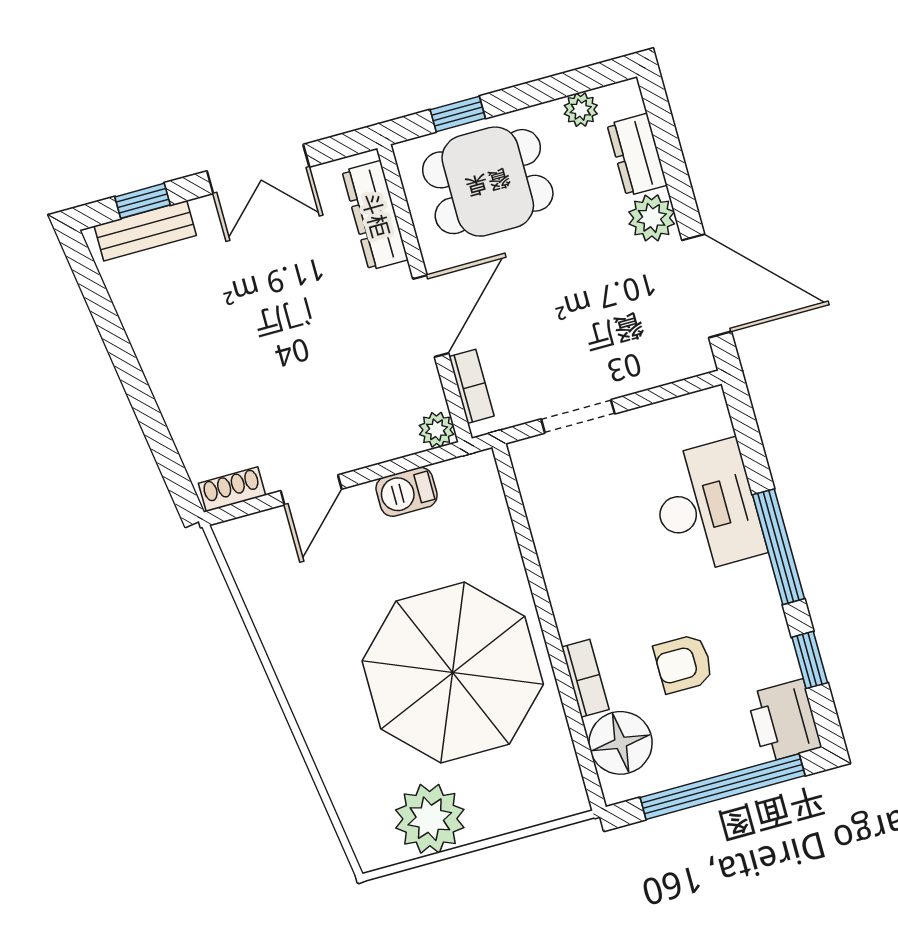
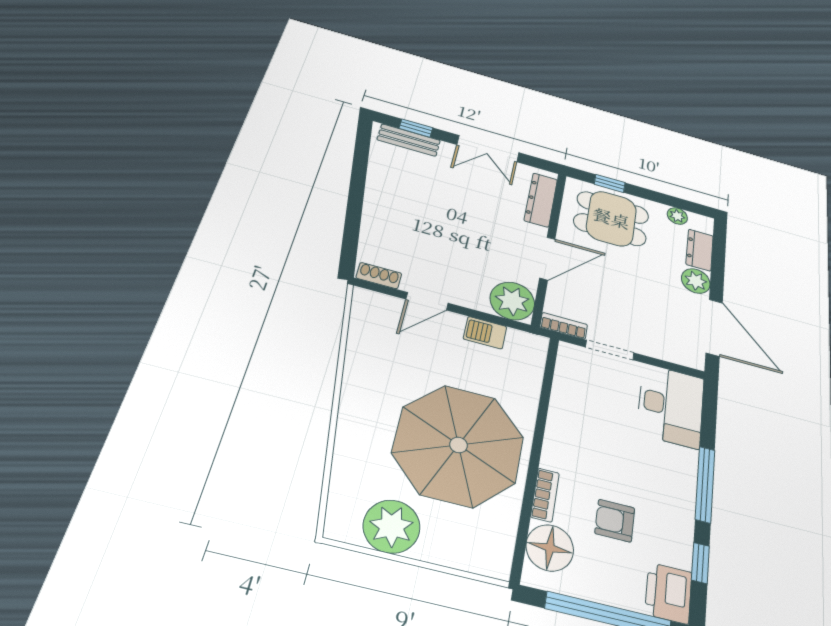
bookcase: (472, 386) -> (564, 326), moved, turned -90
plant: (437, 430) -> (512, 301), width x1.88, depth x1.88
desk: (707, 507) -> (671, 406), moved

